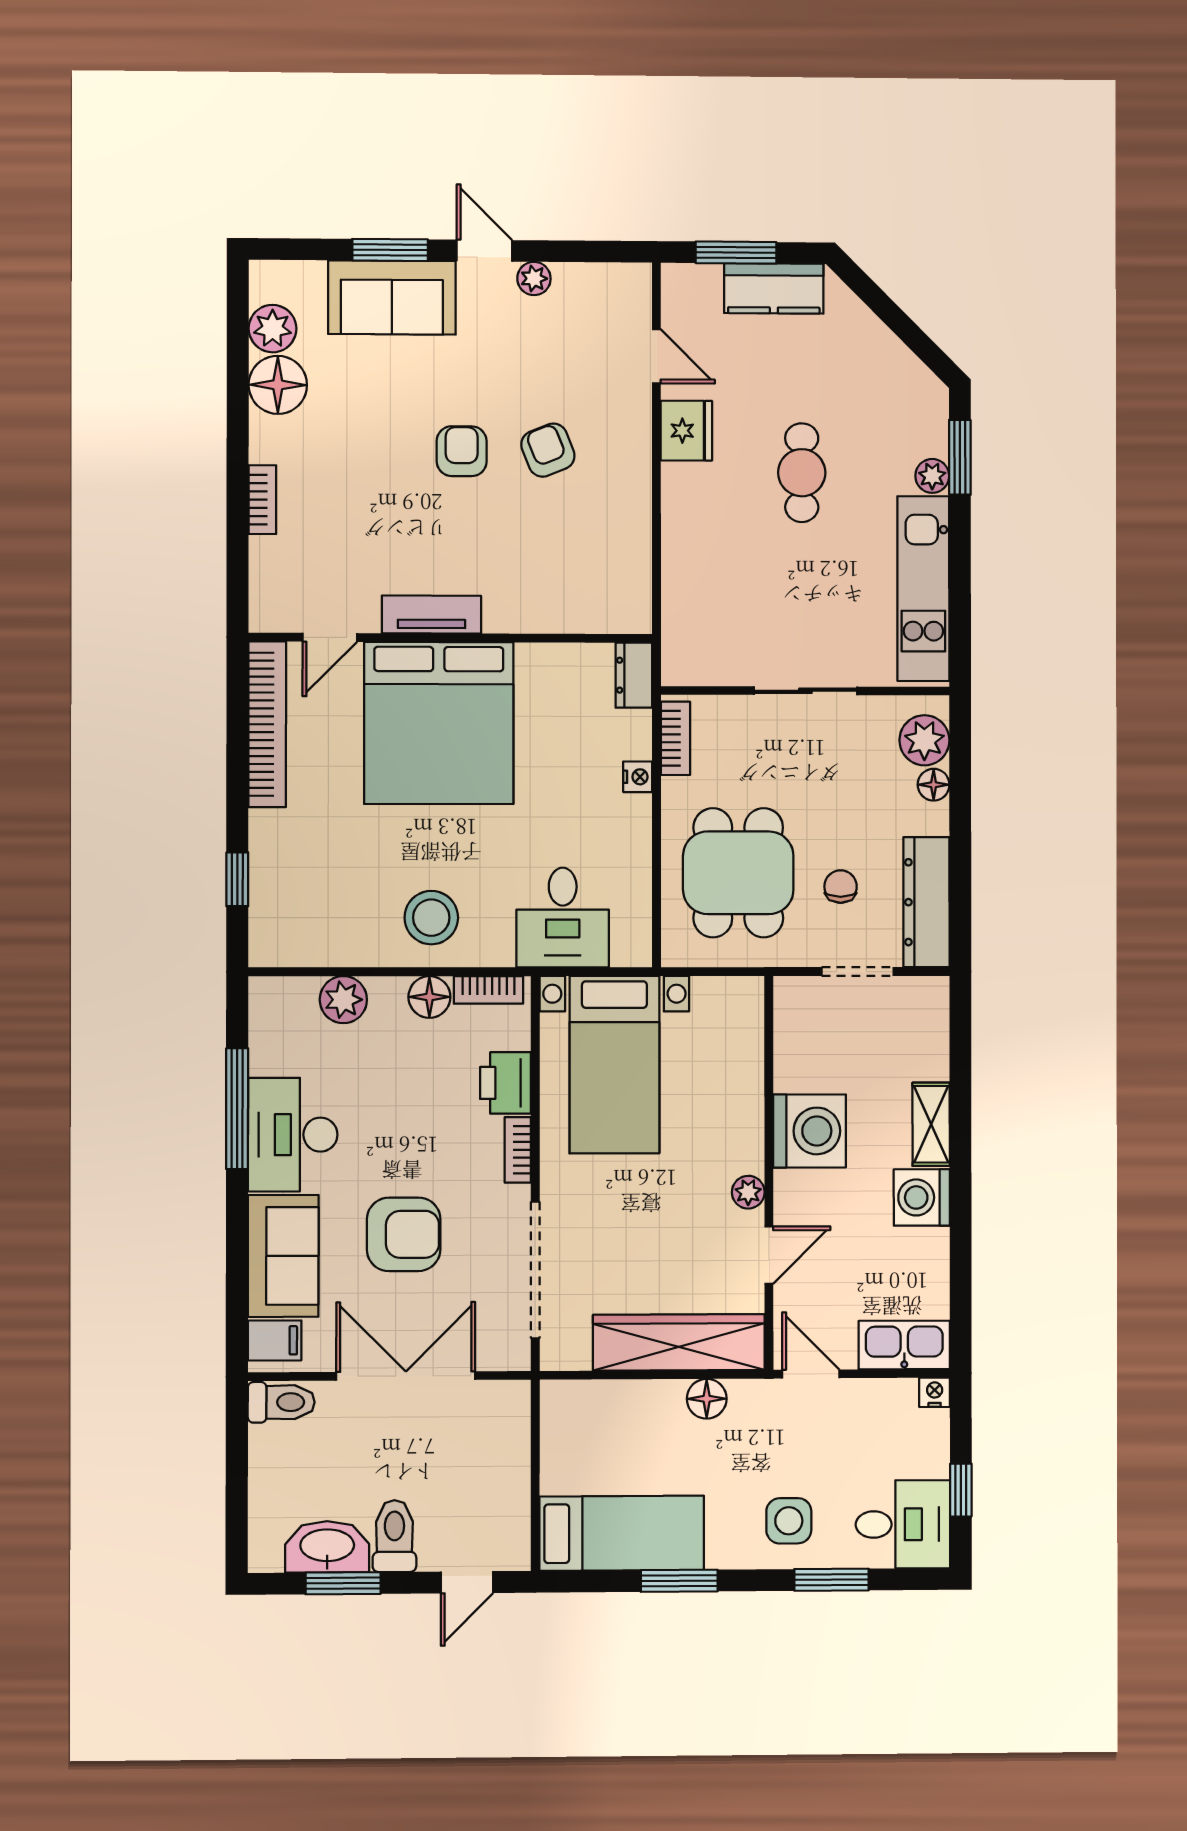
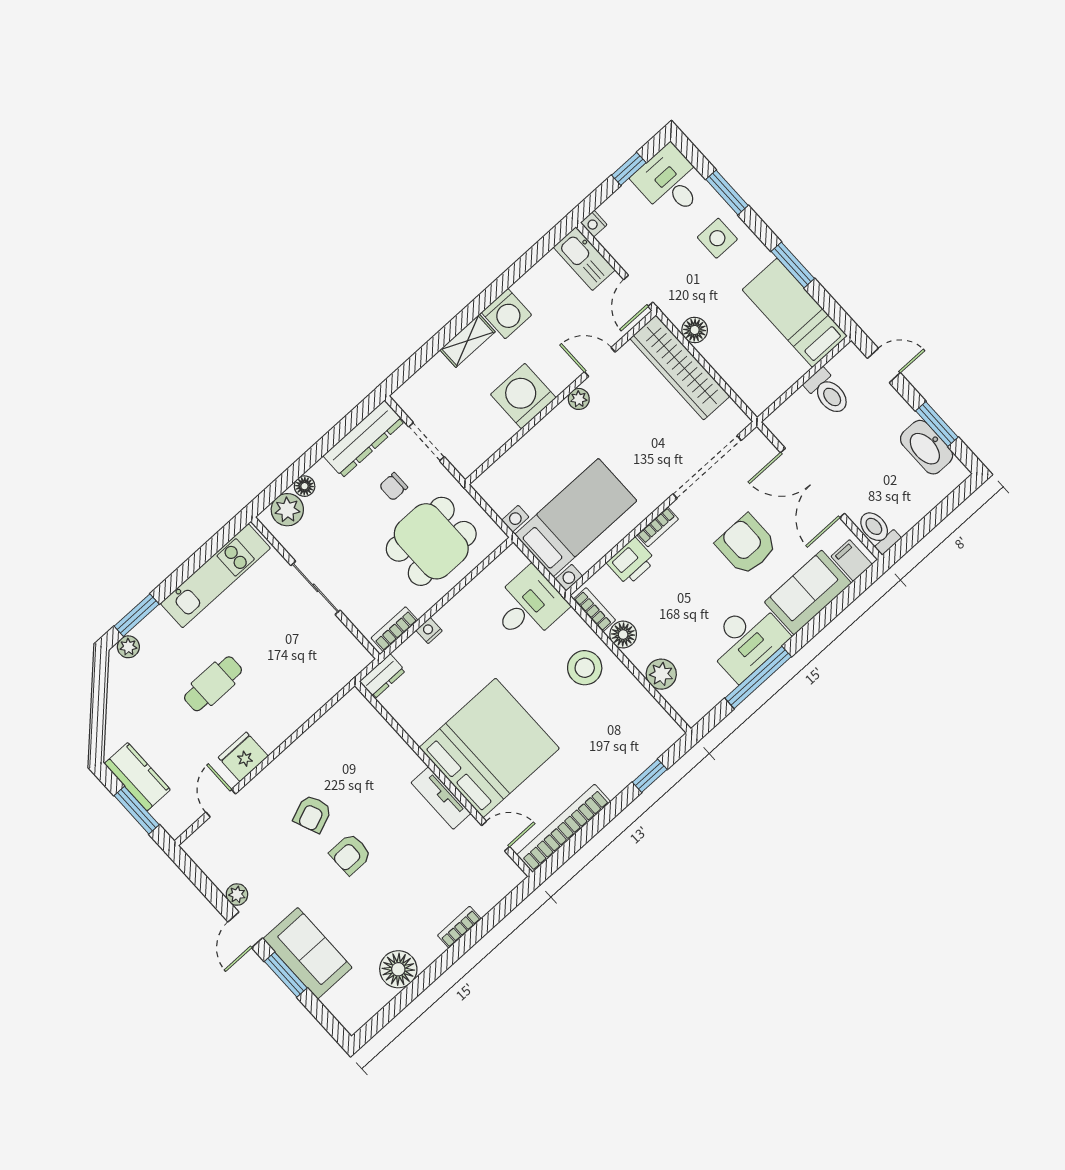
plant: (273, 329) -> (374, 996), removed
plant: (932, 476) -> (128, 647), moved
toilet: (394, 1536) -> (828, 392), moved, turned -90

